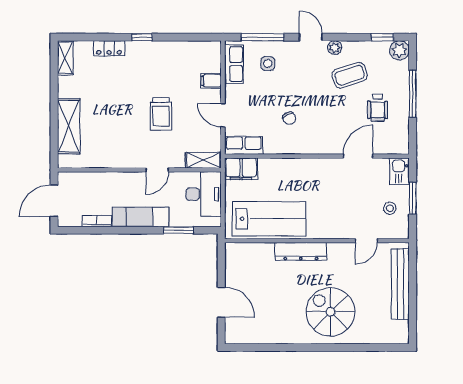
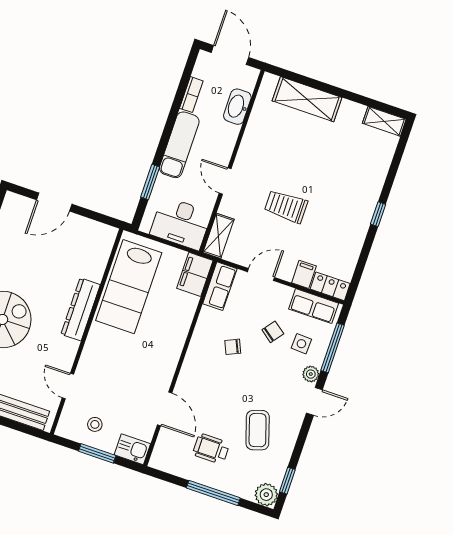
locker: (109, 48) -> (330, 286), moved, turned 90
plant: (335, 48) -> (311, 374), moved
chair: (266, 90) -> (273, 332), added
washbasin: (94, 181) -> (237, 107), added

